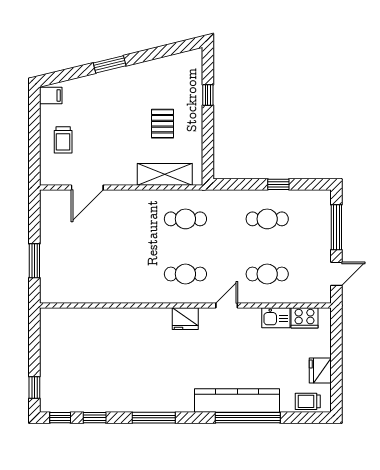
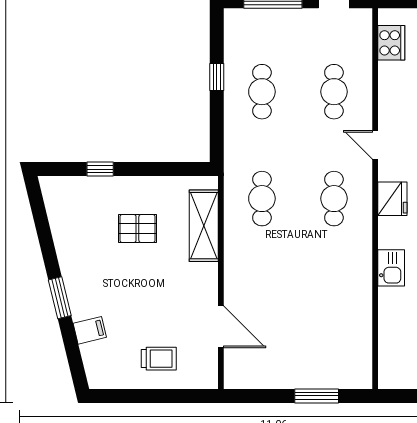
filing cabinet: (51, 95) -> (90, 330), moved, turned 76
kitchen sink: (276, 318) -> (391, 268), moved

